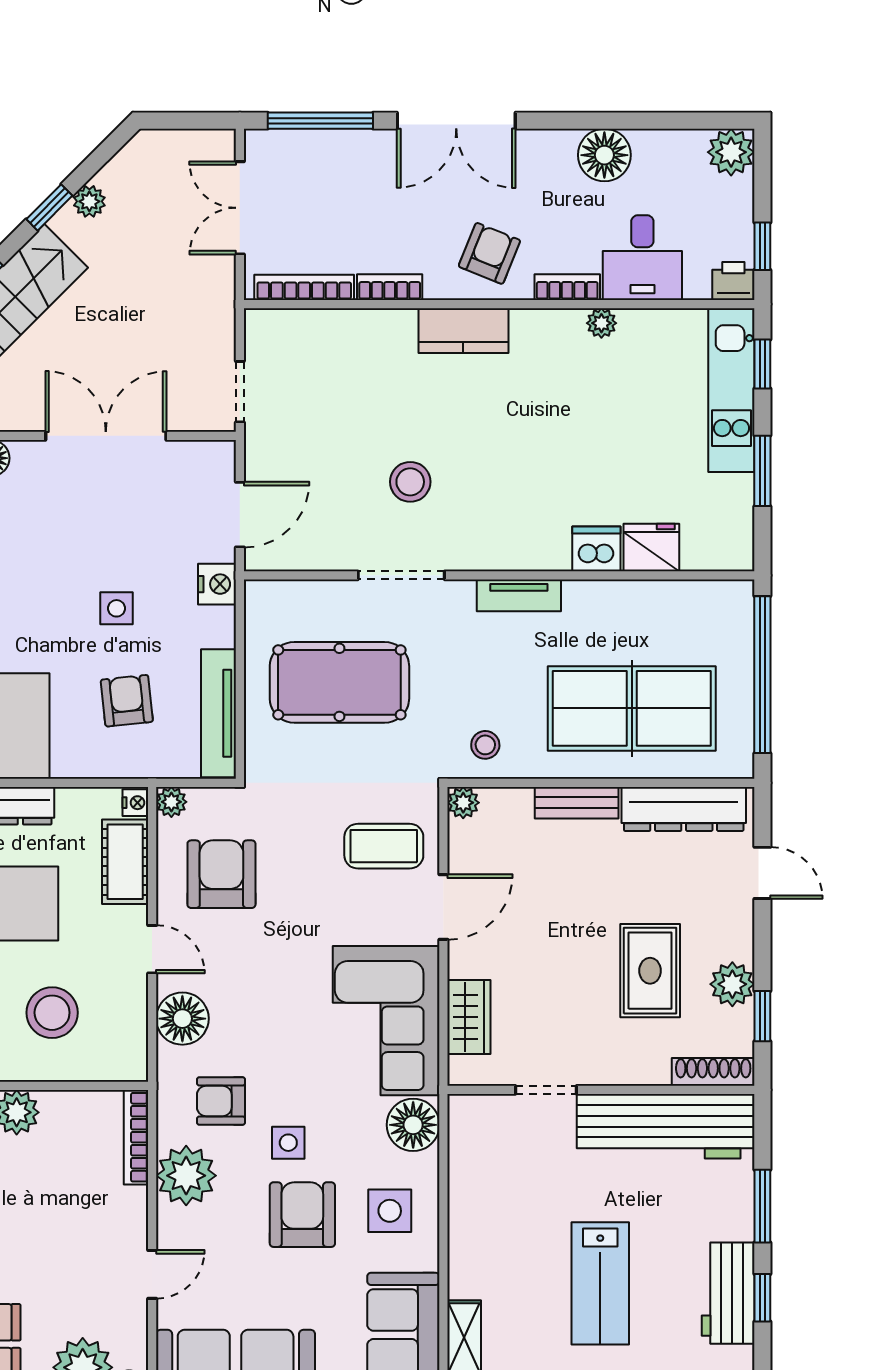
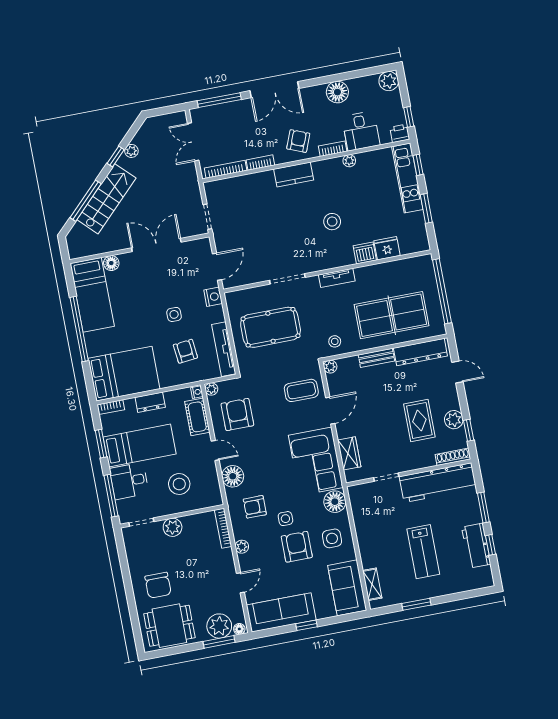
stool: (410, 482) -> (332, 222), moved
plant: (186, 1176) -> (242, 547), width x0.53, depth x0.53

